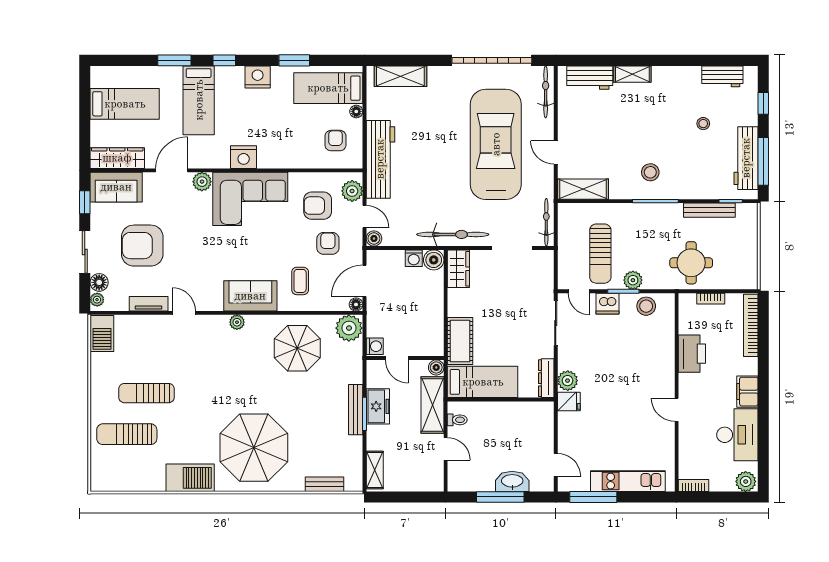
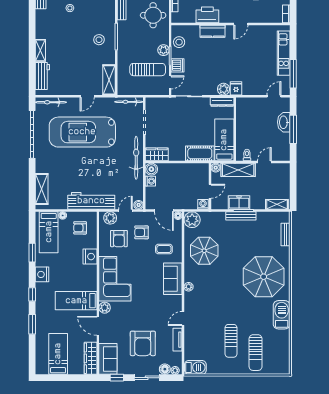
bed: (199, 100) -> (76, 301), moved, turned 180
nightstand: (244, 157) -> (90, 257), moved
kitchen counter: (664, 362) -> (212, 31), added

